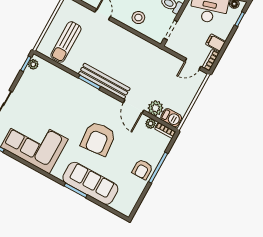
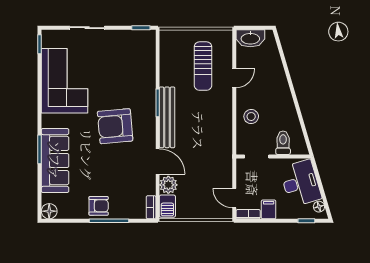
sun lounger: (66, 42) -> (203, 66), moved, turned -90
plant: (33, 64) -> (144, 35), removed
door: (133, 107) -> (158, 161), swing flipped
plant: (151, 124) -> (150, 188), removed
armchair: (98, 139) -> (115, 126), moved
armchair: (142, 169) -> (99, 206), turned 180
floor lamp: (126, 209) -> (49, 211), added

